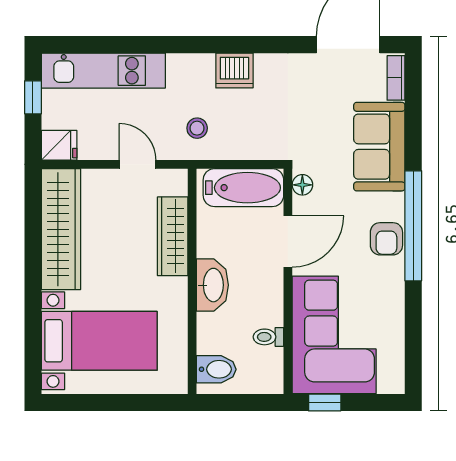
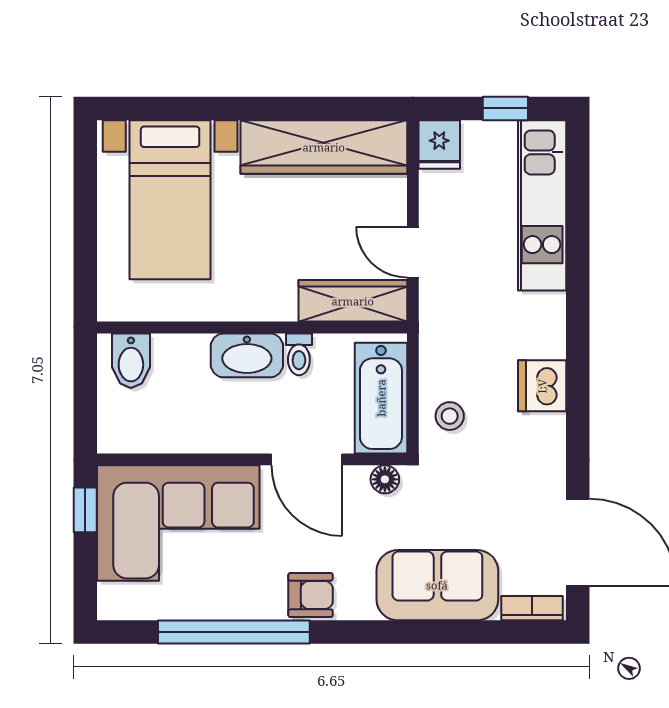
stool: (197, 128) -> (450, 416), moved
door: (137, 164) -> (413, 252), swing flipped
window: (413, 226) -> (234, 632), moved
wardrobe: (173, 236) -> (353, 301), moved
armchair: (386, 239) -> (311, 595), turned 180
toilet: (268, 337) -> (299, 354), moved, turned 180

